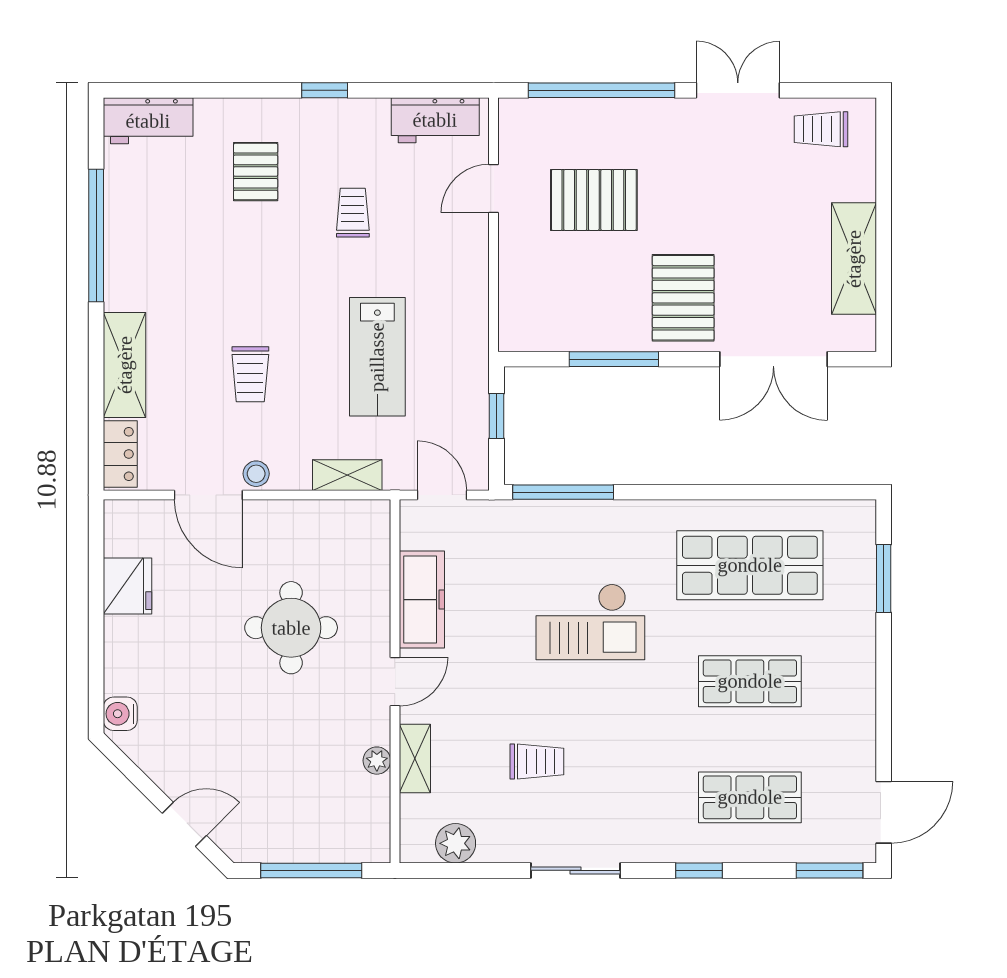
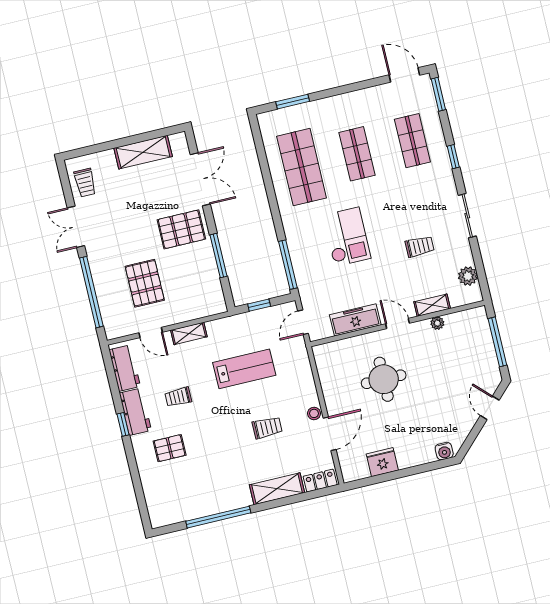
workbench: (148, 121) -> (135, 412), moved
shelving: (347, 475) -> (189, 333), moved, turned 90
trolley: (537, 761) -> (420, 246), turned 90

